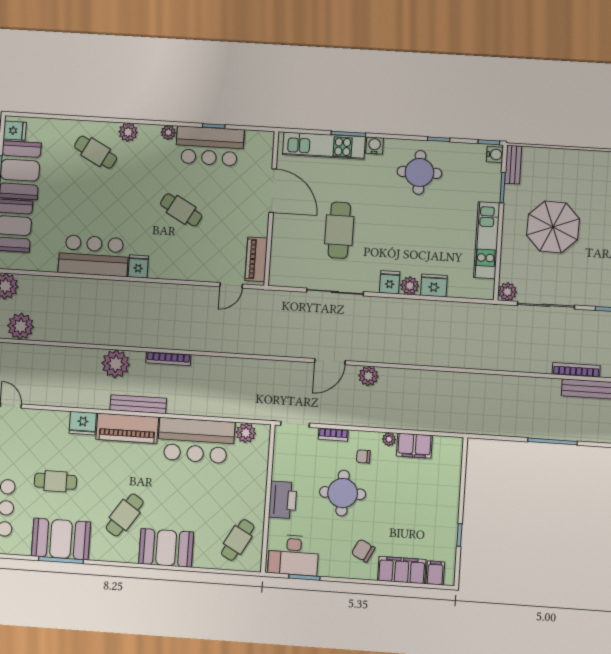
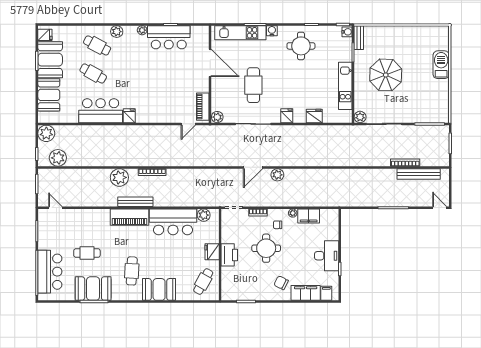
cafe table: (181, 210) -> (93, 73), moved
plant: (410, 286) -> (217, 117), moved
fridge: (83, 423) -> (212, 252), moved, turned 90
cafe table: (125, 515) -> (132, 271), turned -31
desk: (293, 555) -> (327, 256), moved, turned -90

